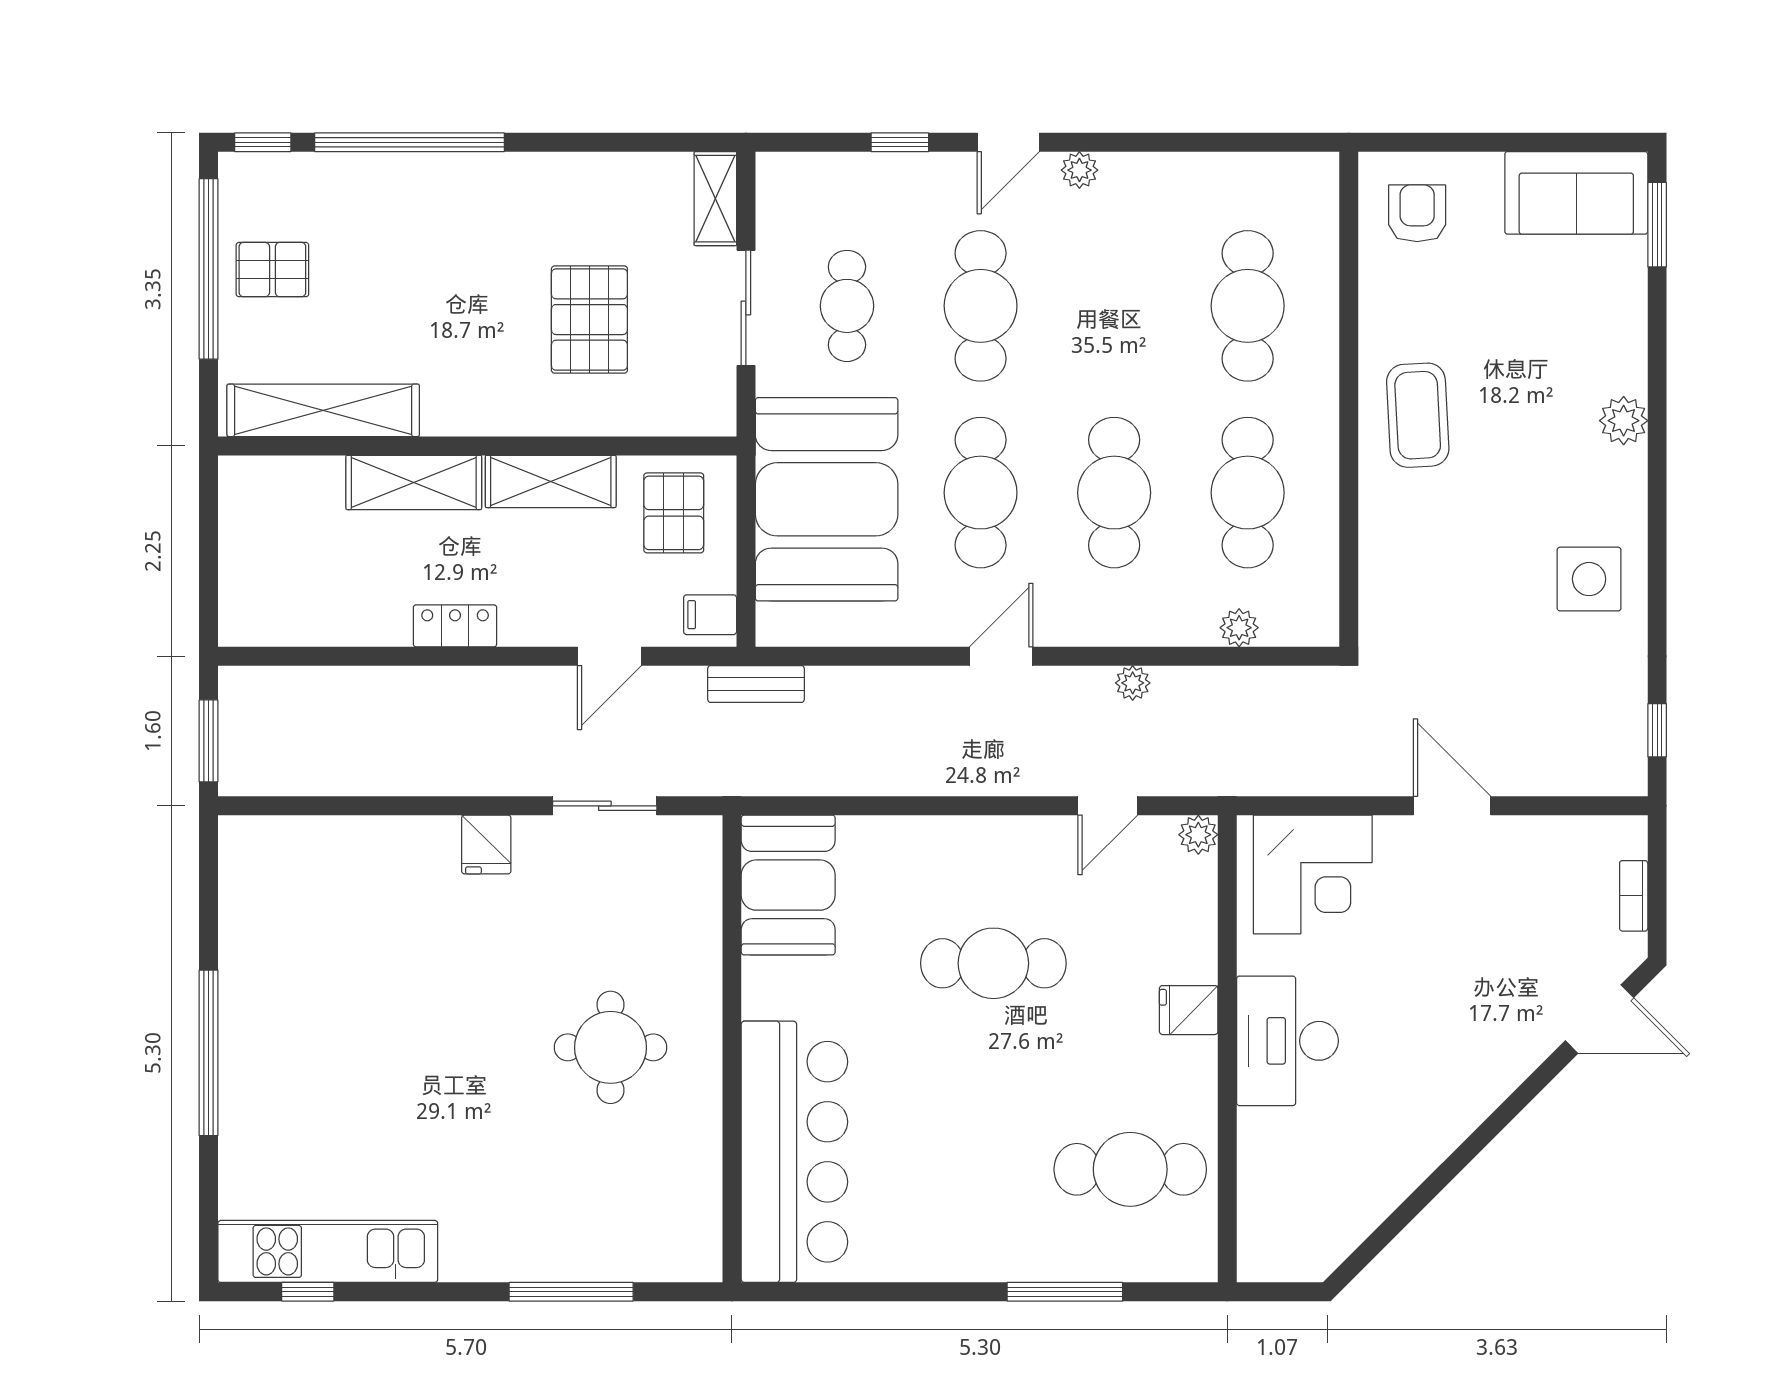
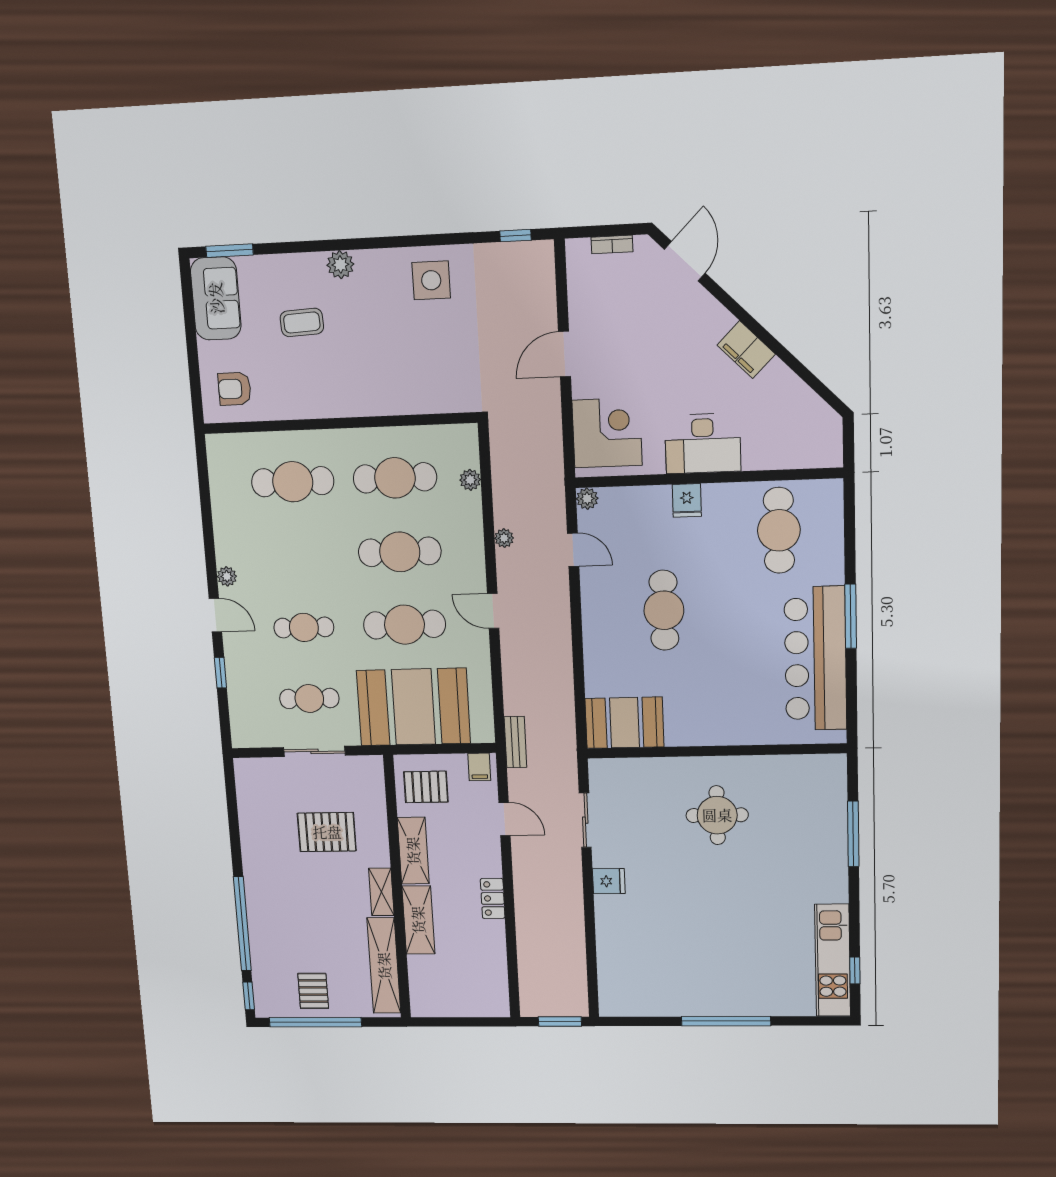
shelving: (715, 199) -> (381, 892), moved, turned 90
cafe table: (981, 306) -> (304, 627), width x0.73, depth x0.74
coffee table: (1418, 415) -> (302, 322), moved, width x0.73, depth x0.77
filing cabinet: (1446, 1120) -> (746, 350), added
bar counter: (794, 1152) -> (815, 659), moved, turned -90
window: (1065, 1292) -> (851, 616), moved

